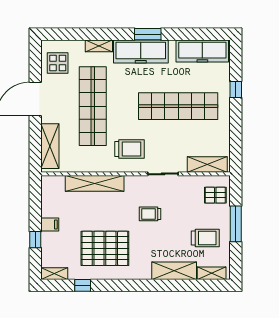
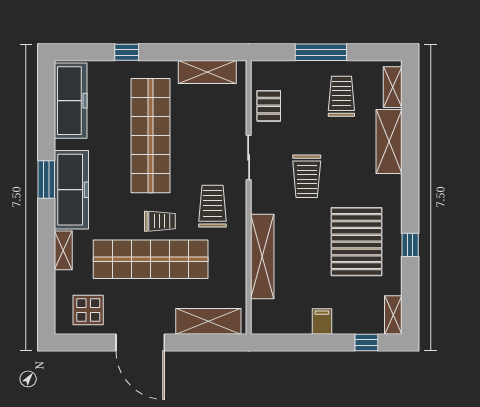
trolley: (119, 113) -> (160, 221), added
shelving: (207, 165) -> (207, 72), moved, turned 90
pallet: (215, 195) -> (269, 106), moved
trolley: (150, 214) -> (307, 176), width x1.36, depth x1.39
window: (35, 240) -> (366, 343), moved
window: (83, 285) -> (410, 245), moved

